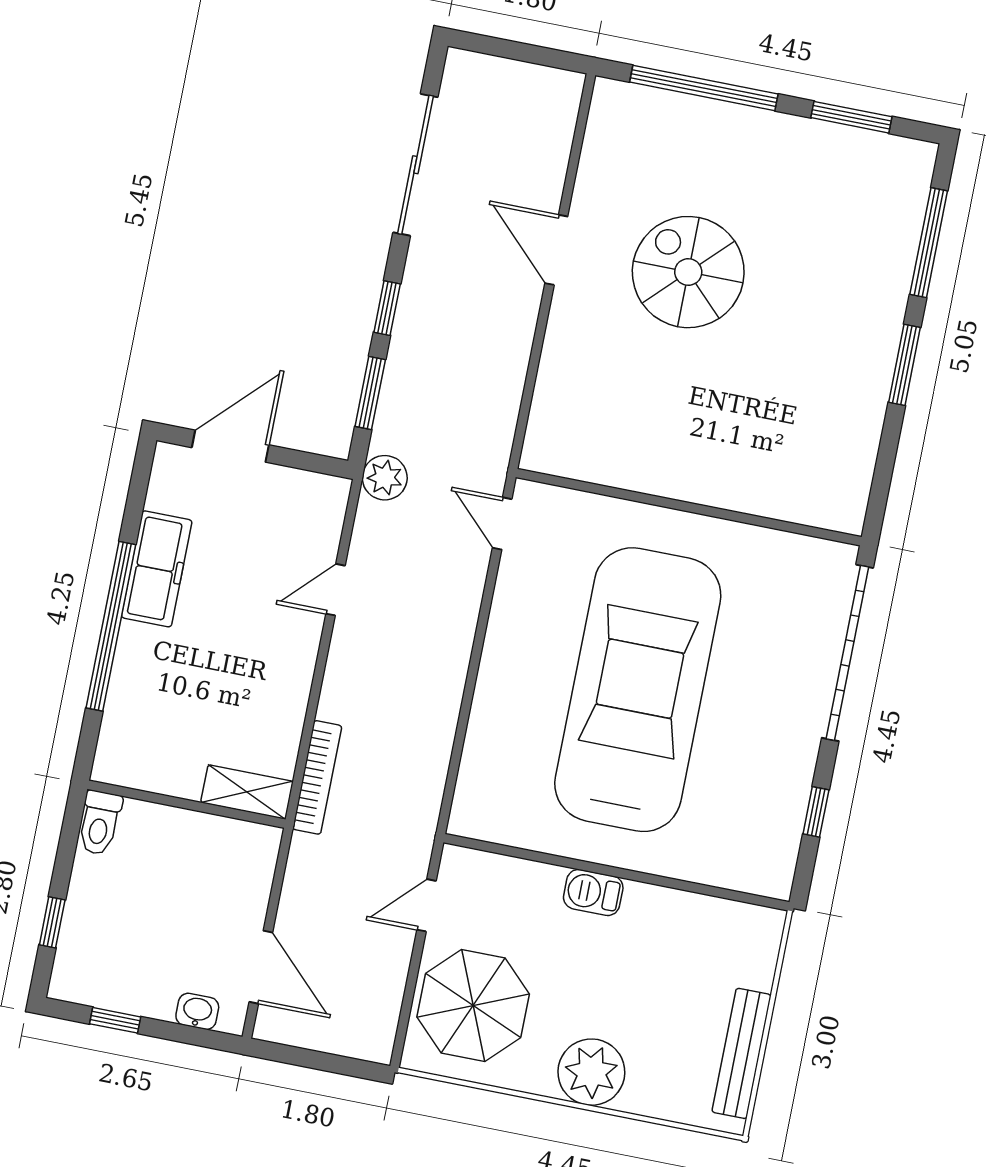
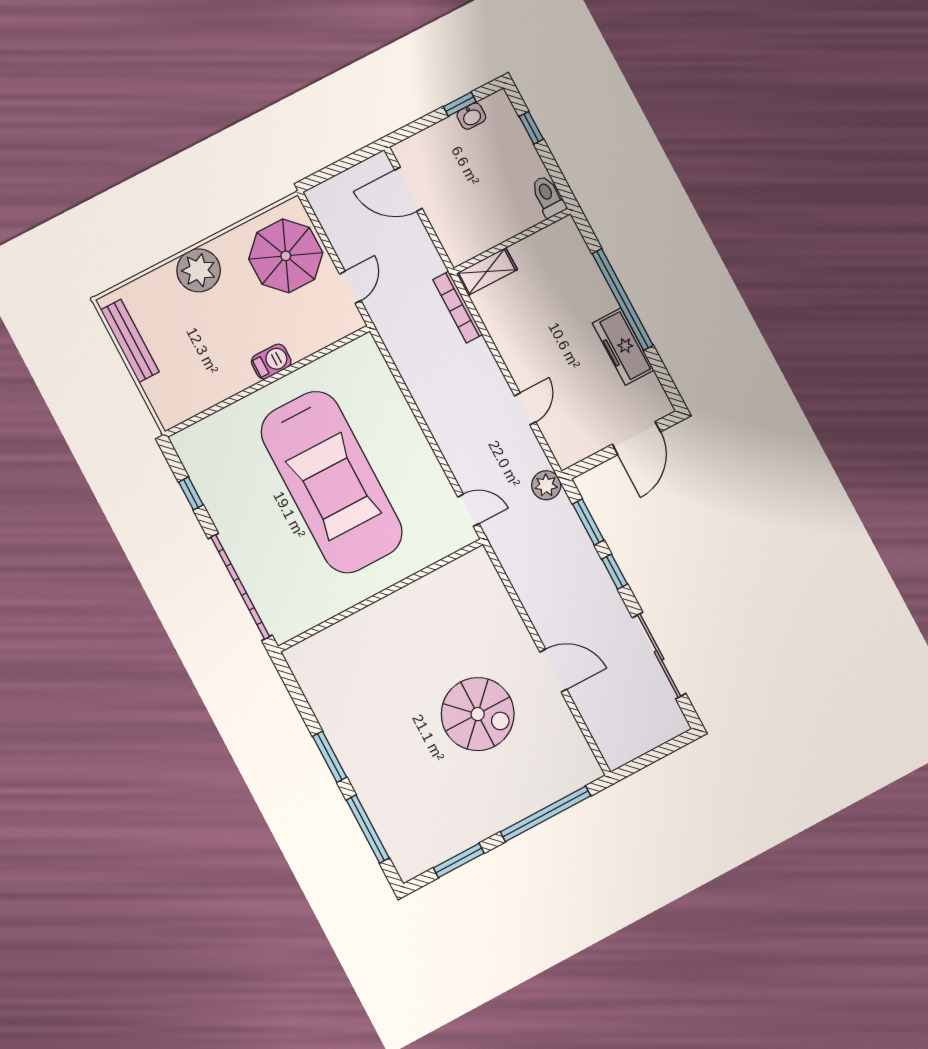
washbasin: (197, 1011) -> (471, 116), moved

